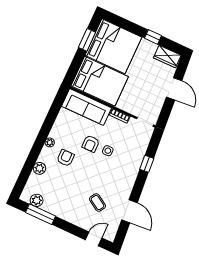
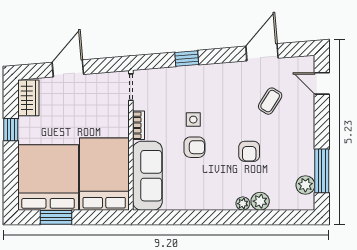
plant: (50, 142) -> (243, 204), moved
armchair: (66, 158) -> (249, 151), moved, turned -90

